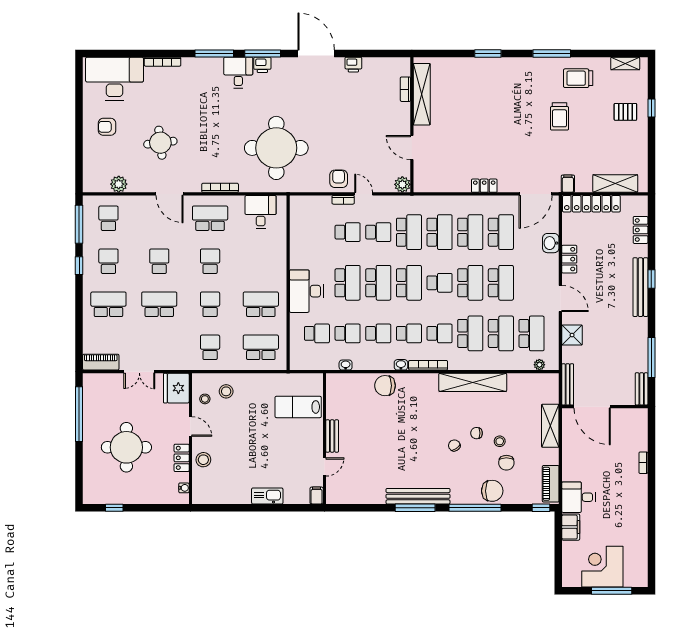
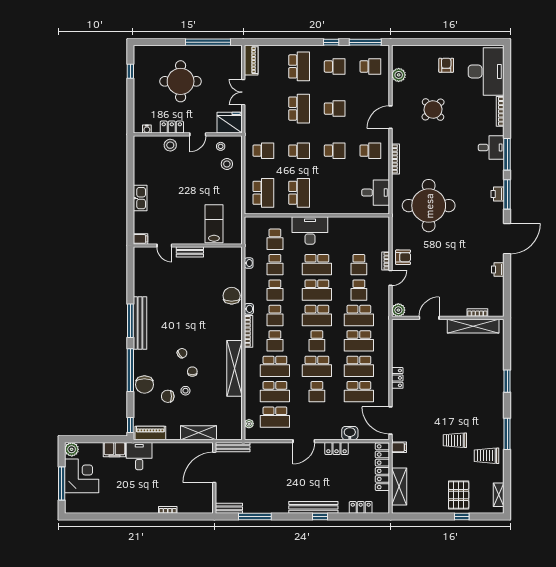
desk: (238, 73) -> (491, 148), moved
trolley: (578, 78) -> (486, 456), turned -90
pallet: (625, 112) -> (459, 495), width x1.50, depth x1.42
round table: (160, 143) -> (433, 110), turned -37
school desk: (210, 218) -> (370, 151), width x0.54
school desk: (501, 283) -> (317, 392), width x0.54
shower: (572, 335) -> (274, 451), removed
plant: (570, 579) -> (72, 449), added

